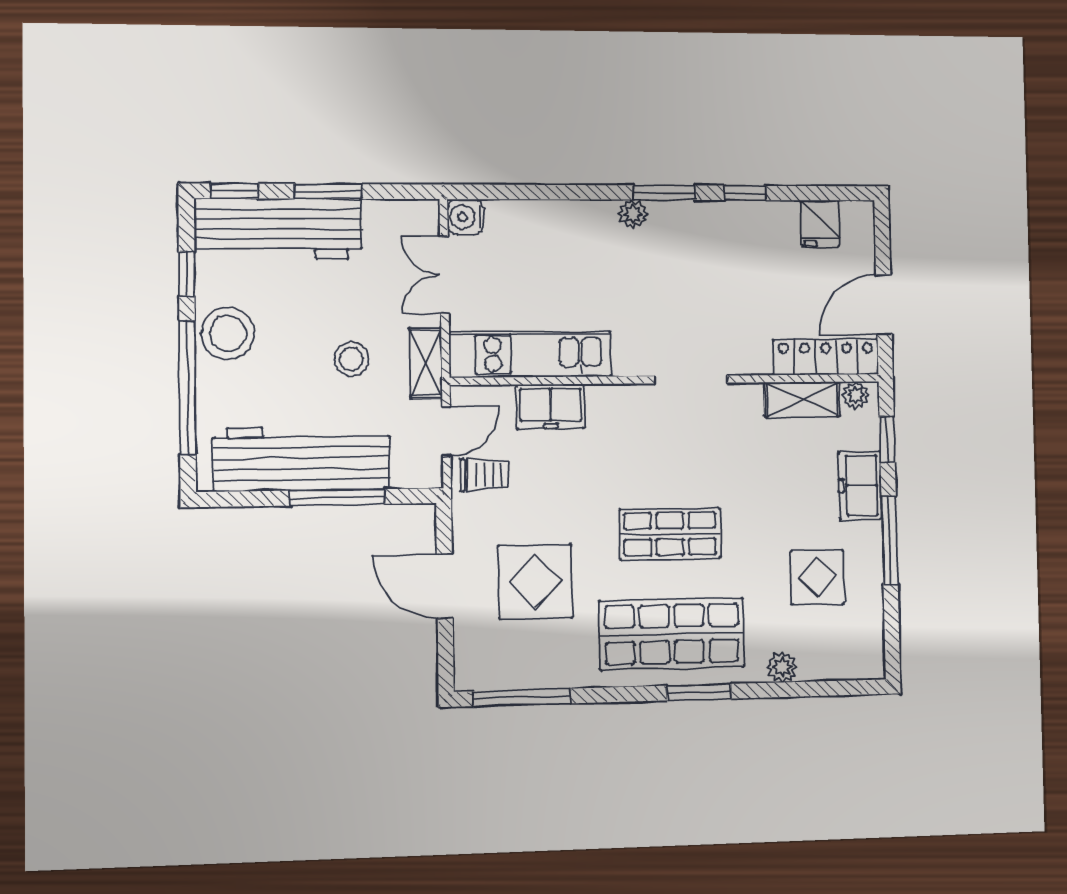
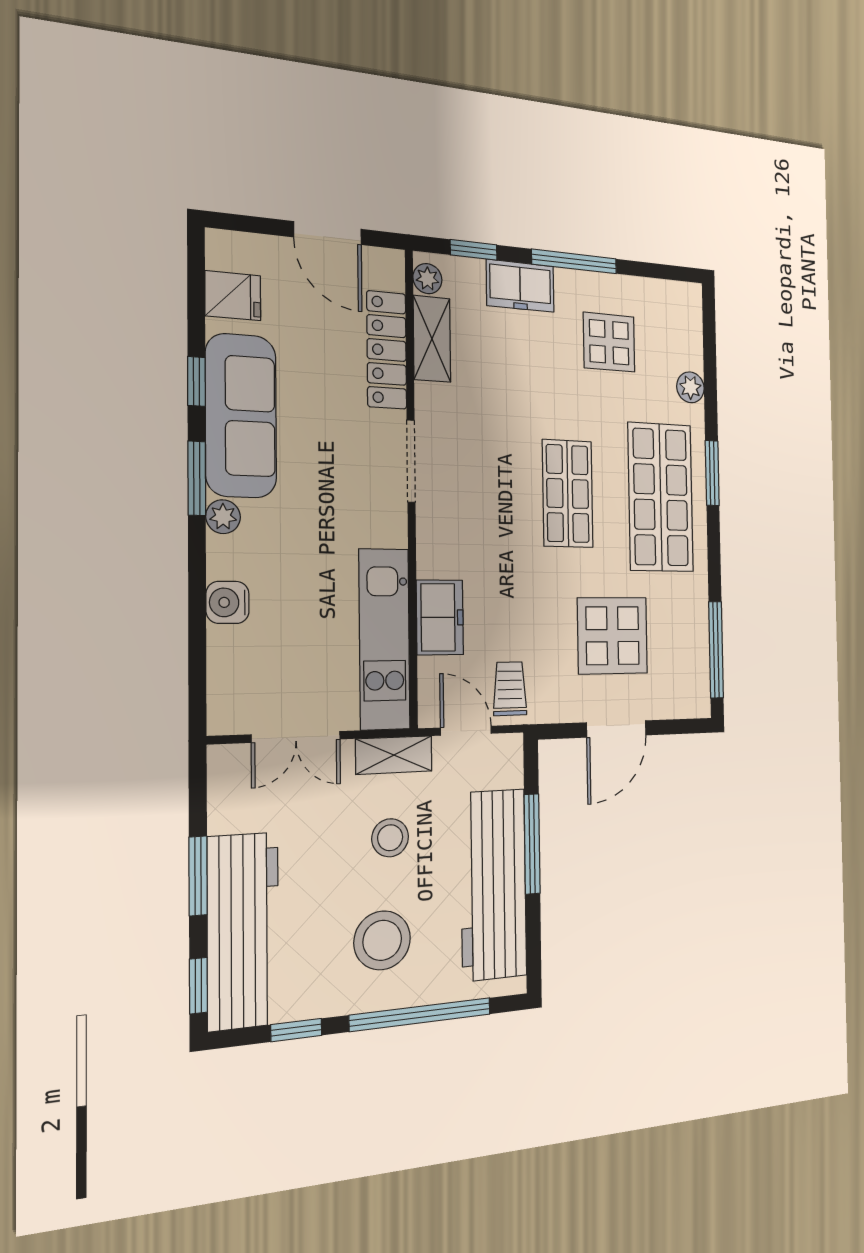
water cooler: (465, 217) -> (228, 602), moved, turned 90
sofa: (720, 229) -> (241, 416), added
stool: (228, 333) -> (382, 940), moved
locker: (826, 357) -> (387, 350), moved

